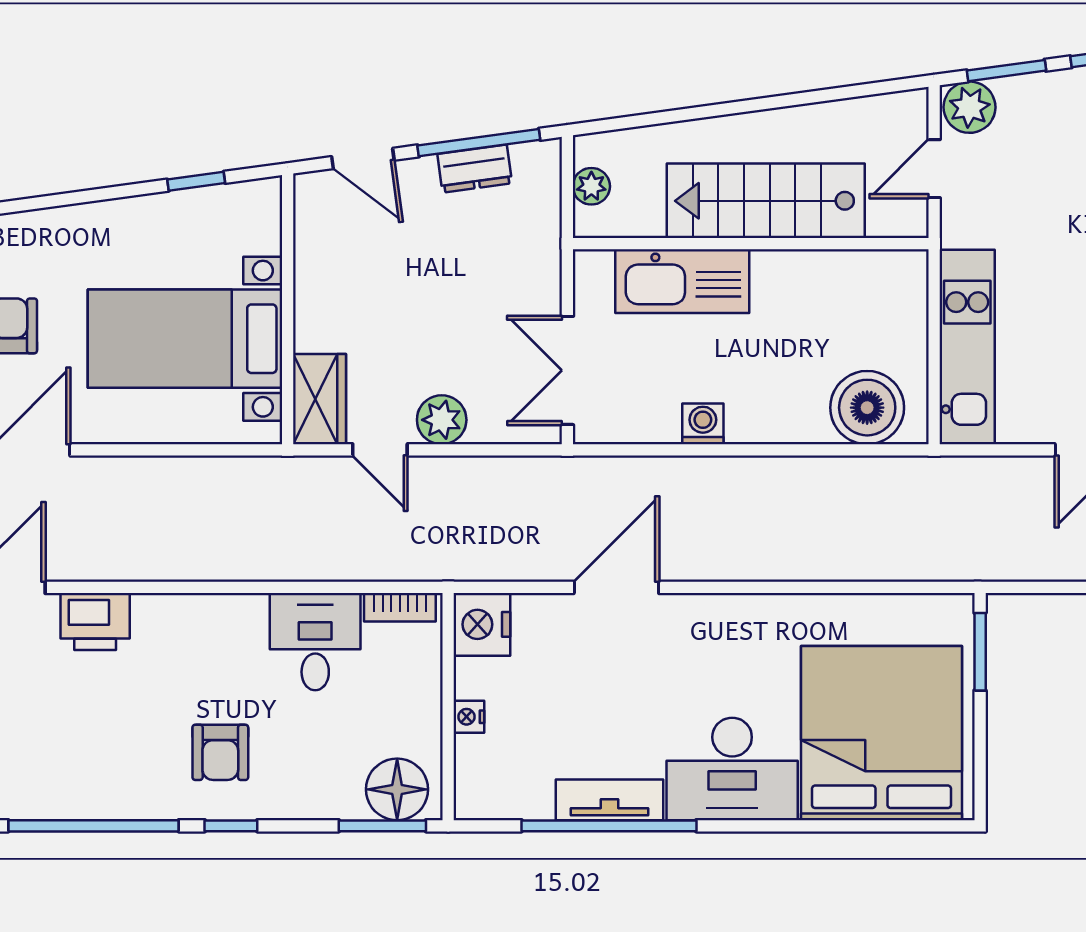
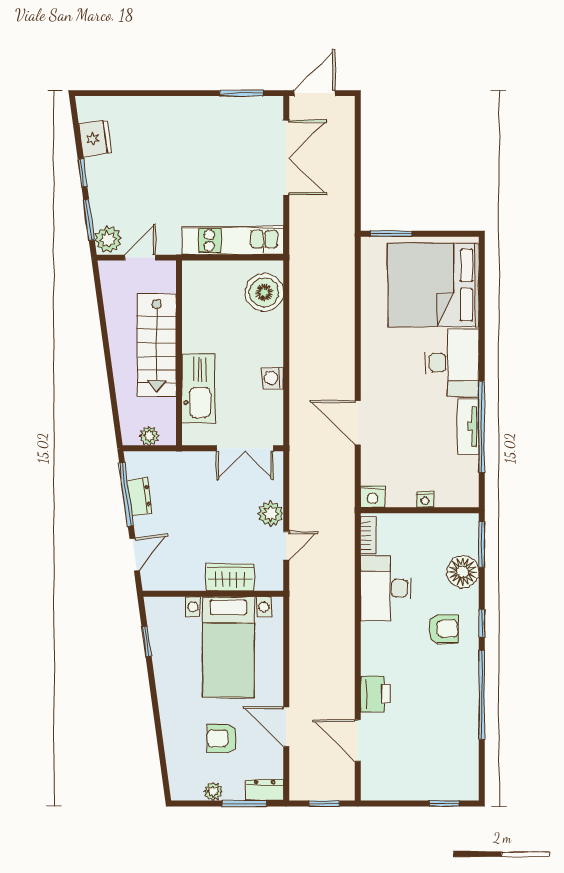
door: (934, 169) -> (140, 258), swing flipped
wardrobe: (319, 399) -> (230, 577), moved
nightstand: (482, 624) -> (373, 496), width x0.74, depth x0.75
desk: (315, 642) -> (386, 588), width x1.37
floor lamp: (397, 789) -> (463, 572), moved

